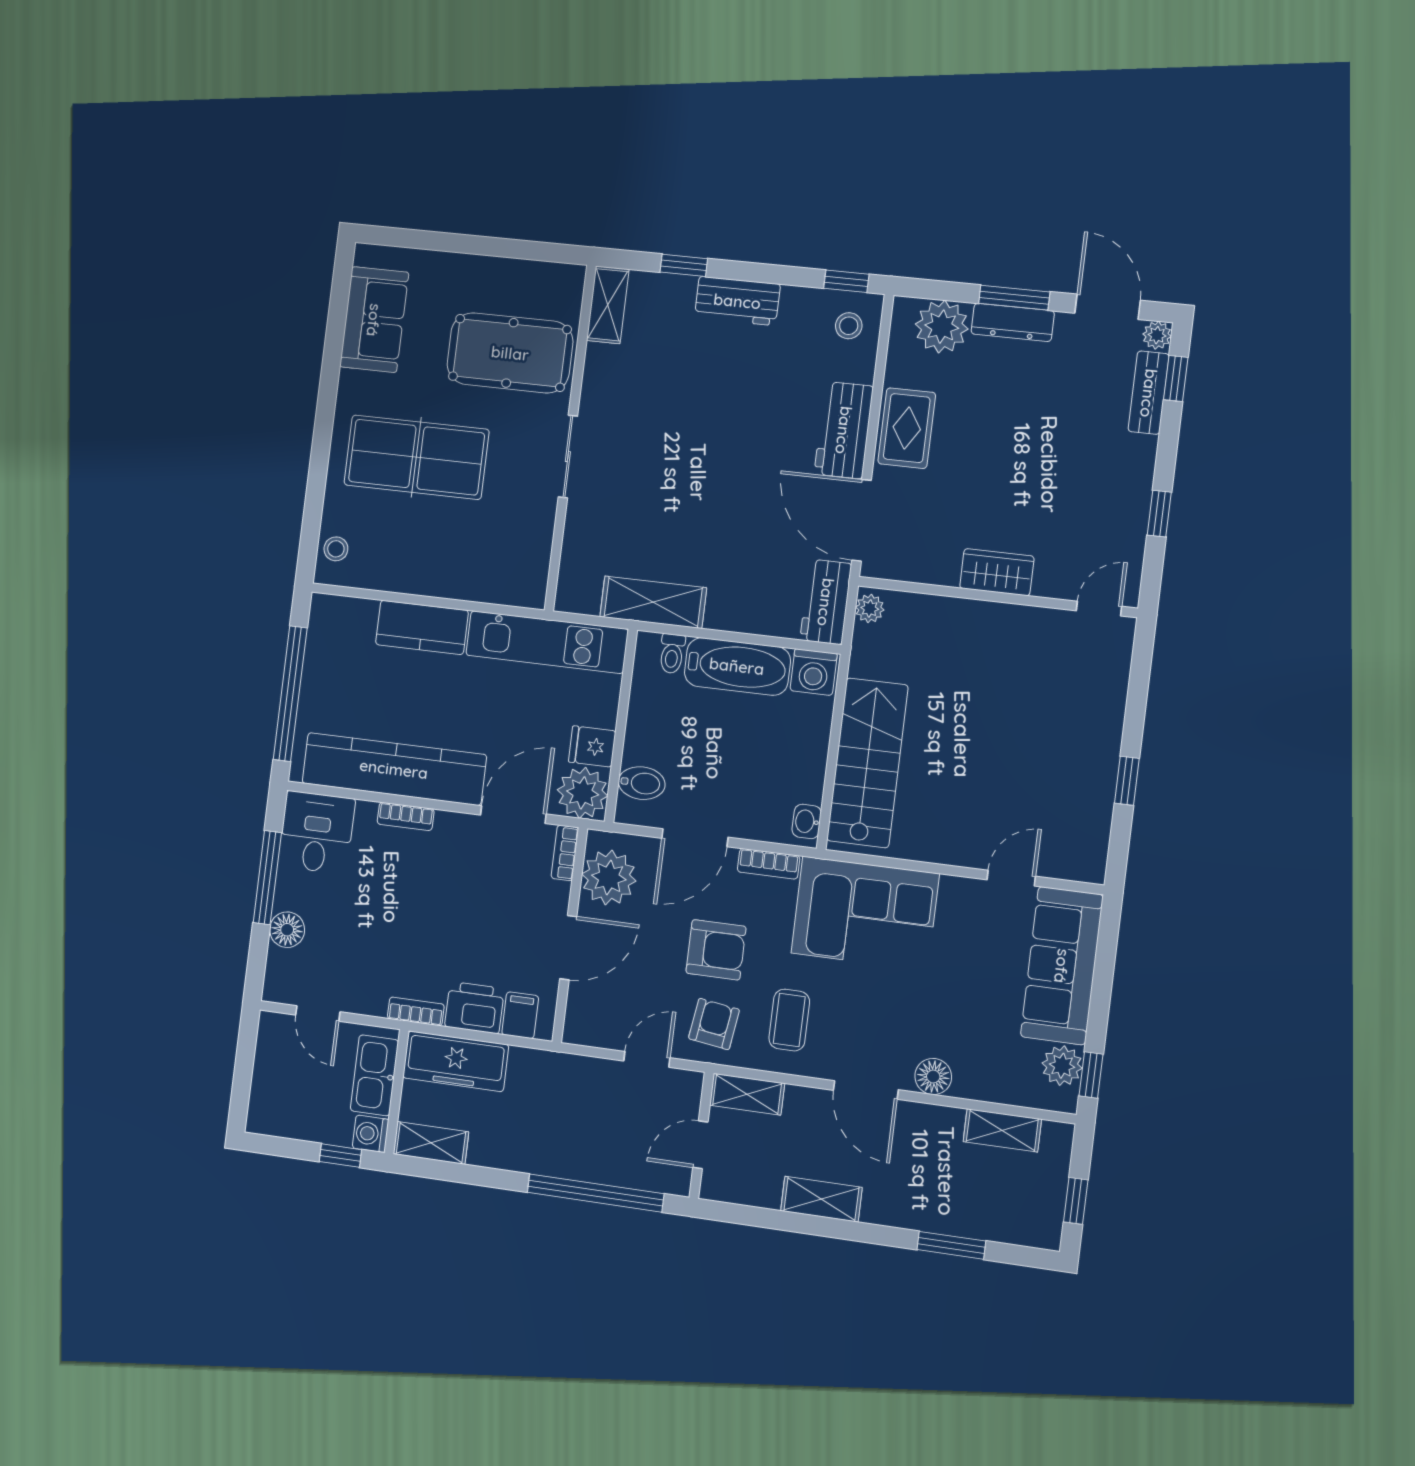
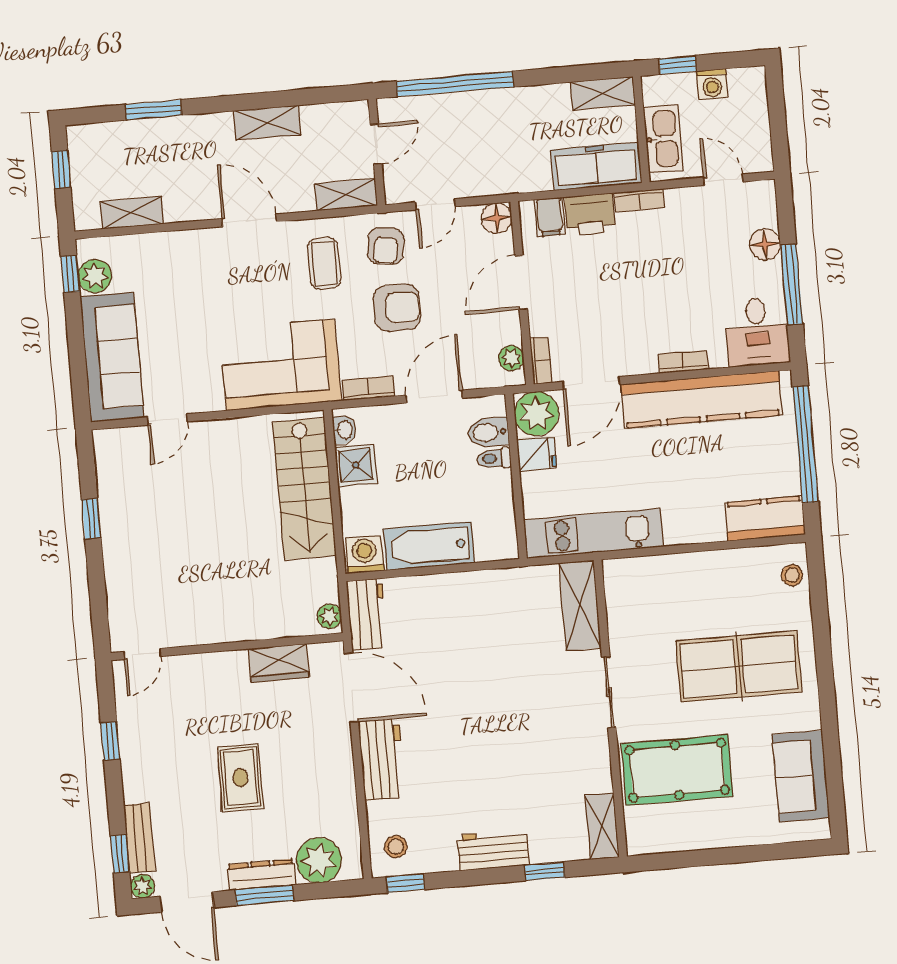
rug: (907, 428) -> (241, 778), moved
wardrobe: (997, 572) -> (279, 663), moved
shelving: (653, 602) -> (580, 605), moved, turned 90
kitchen counter: (422, 627) -> (765, 518), moved
toilet: (672, 654) -> (494, 458), moved, turned -90
shower: (802, 778) -> (356, 465), added
plant: (609, 878) -> (511, 358), width x0.53, depth x0.53
armchair: (716, 950) -> (397, 308), turned 180
floor lamp: (933, 1077) -> (497, 218), moved
washing machine: (371, 1134) -> (712, 84), moved, turned 90

